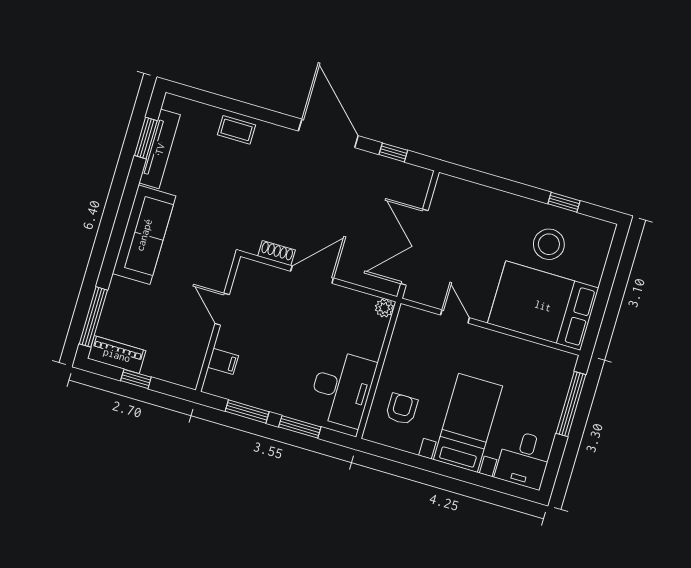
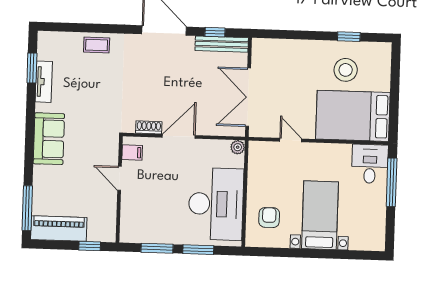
tv unit: (160, 149) -> (44, 82), width x0.71
bench: (398, 170) -> (222, 44), added
sofa: (144, 235) -> (49, 139), width x0.73
piano: (117, 355) -> (59, 229), width x1.37, depth x1.33
filing cabinet: (223, 361) -> (132, 153), moved
window: (136, 379) -> (90, 246), moved
desk: (342, 388) -> (216, 204), width x1.36, depth x1.30
desk: (524, 459) -> (370, 164), moved, turned 180

